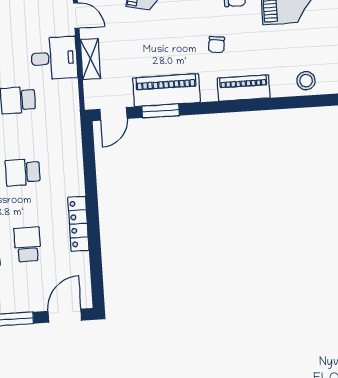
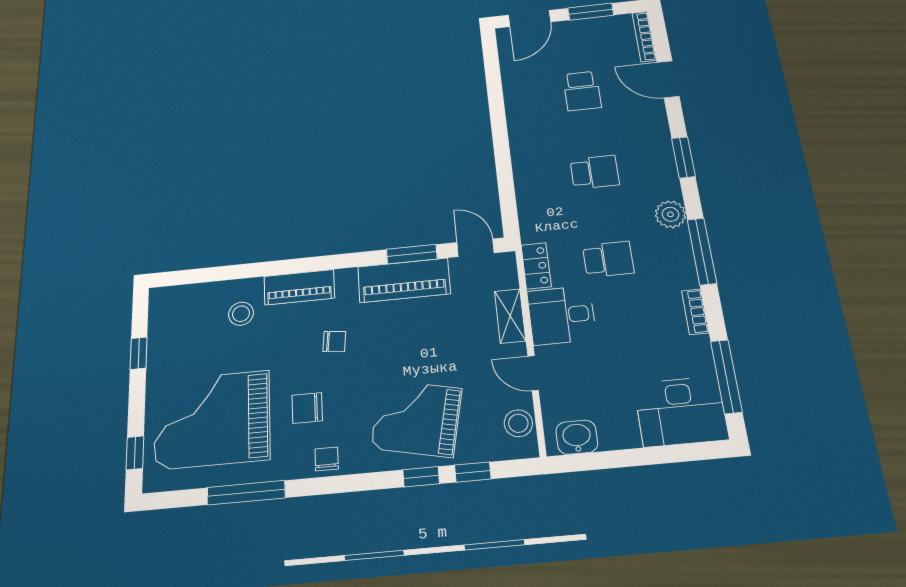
chair: (217, 44) -> (334, 342), turned 88
stool: (306, 81) -> (241, 314), moved
door: (114, 114) -> (476, 248), hinge flipped
locker: (78, 224) -> (536, 266), moved, width x0.66

